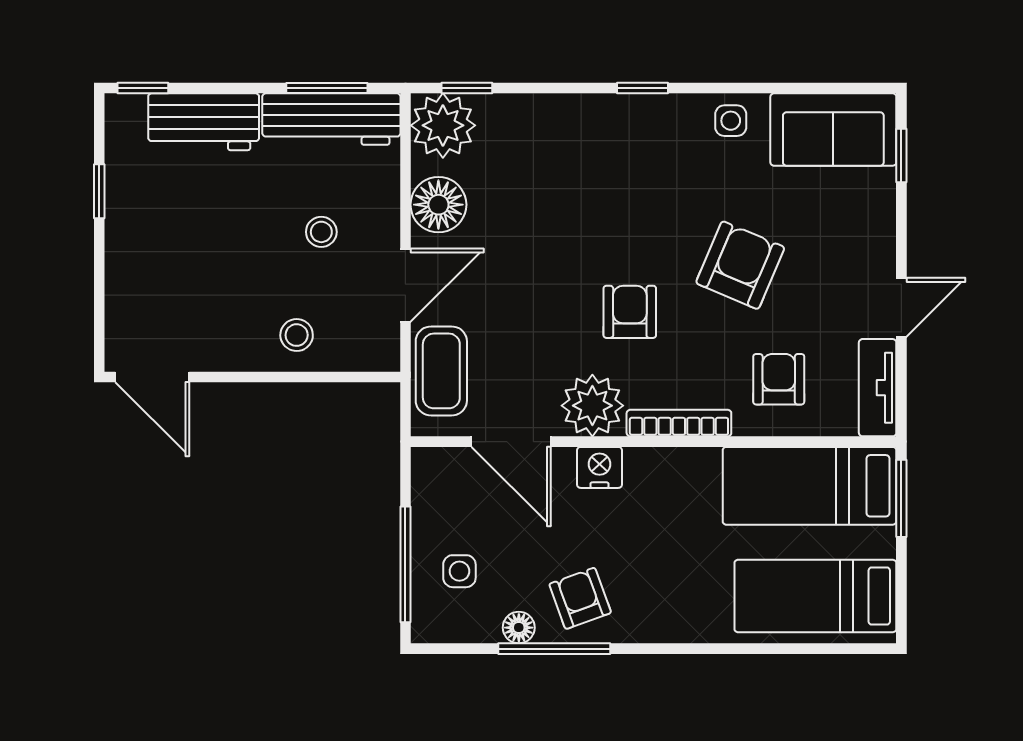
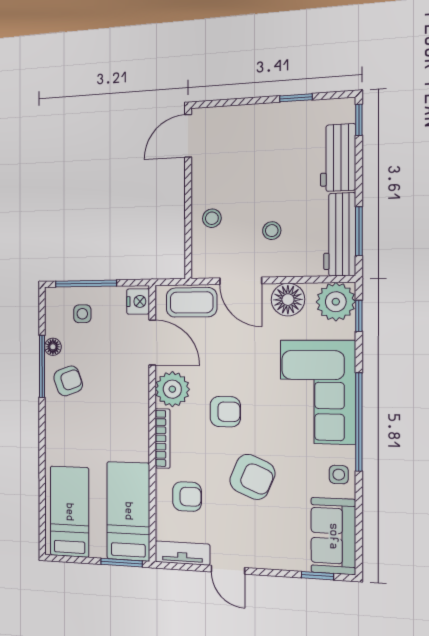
window: (642, 88) -> (359, 422), width x3.17
corner sofa: (594, 155) -> (318, 392), added
door: (511, 442) -> (152, 343), swing flipped
nightstand: (599, 467) -> (138, 301), moved

